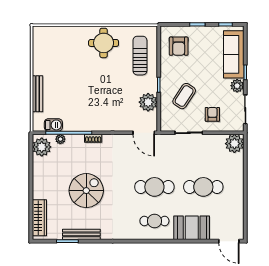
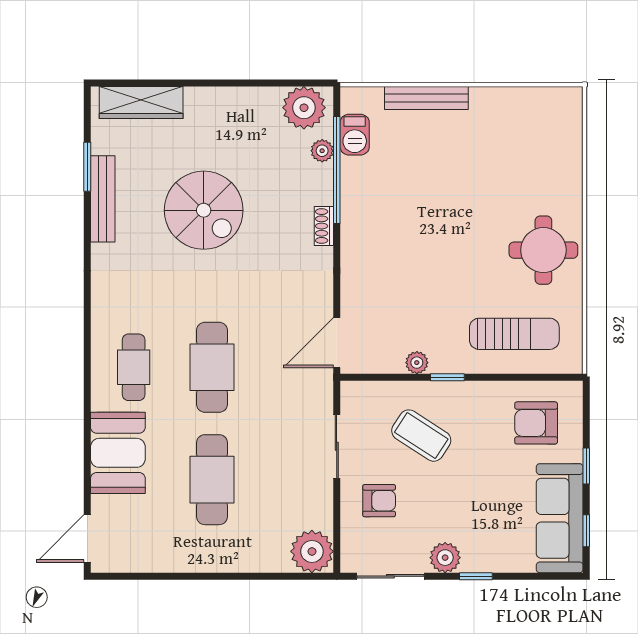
sofa: (234, 54) -> (560, 518), moved, turned -90
plant: (148, 102) -> (417, 363), width x0.53, depth x0.53

